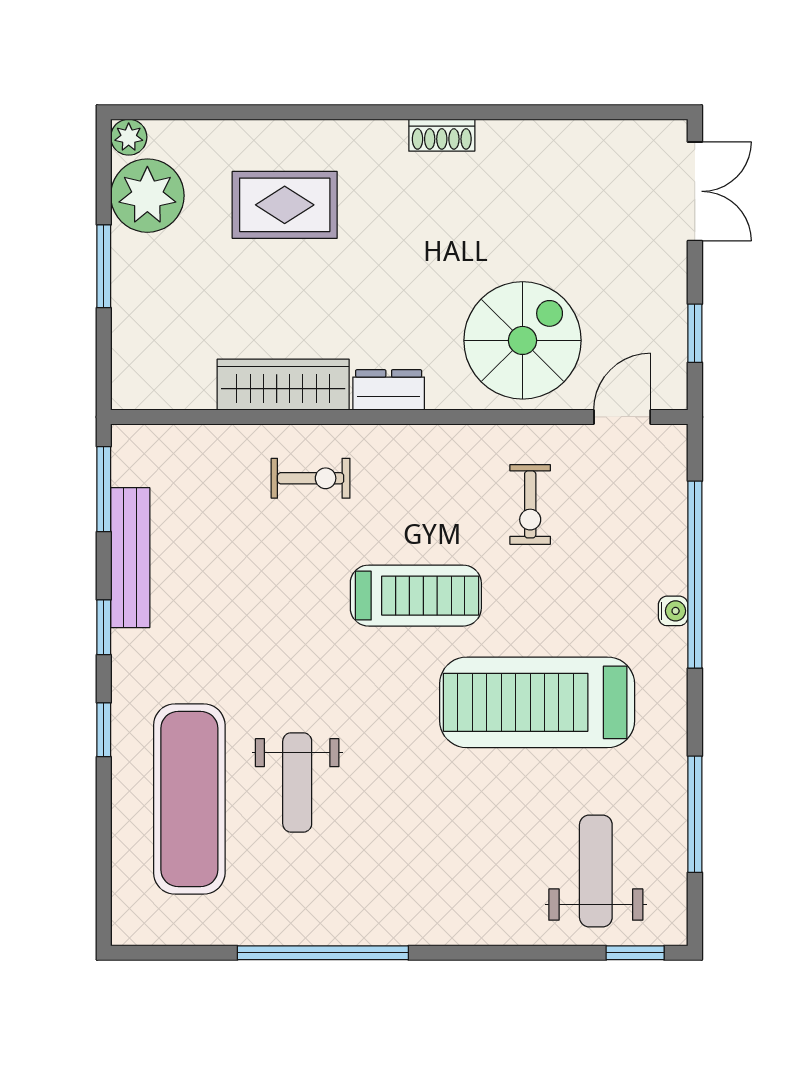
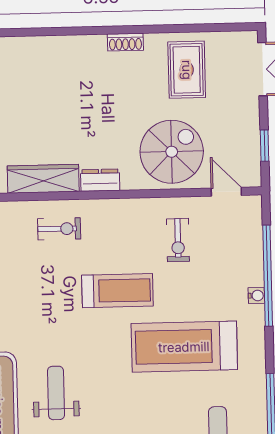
rug: (285, 205) -> (187, 70), moved, turned 90
door: (622, 417) -> (226, 192), hinge flipped
weight bench: (297, 782) -> (56, 393), turned 180

